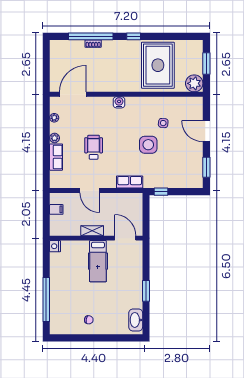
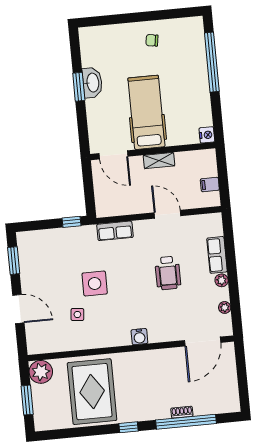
hospital bed: (98, 261) -> (146, 112), width x1.37, depth x1.29
washbasin: (136, 320) -> (92, 83), moved

